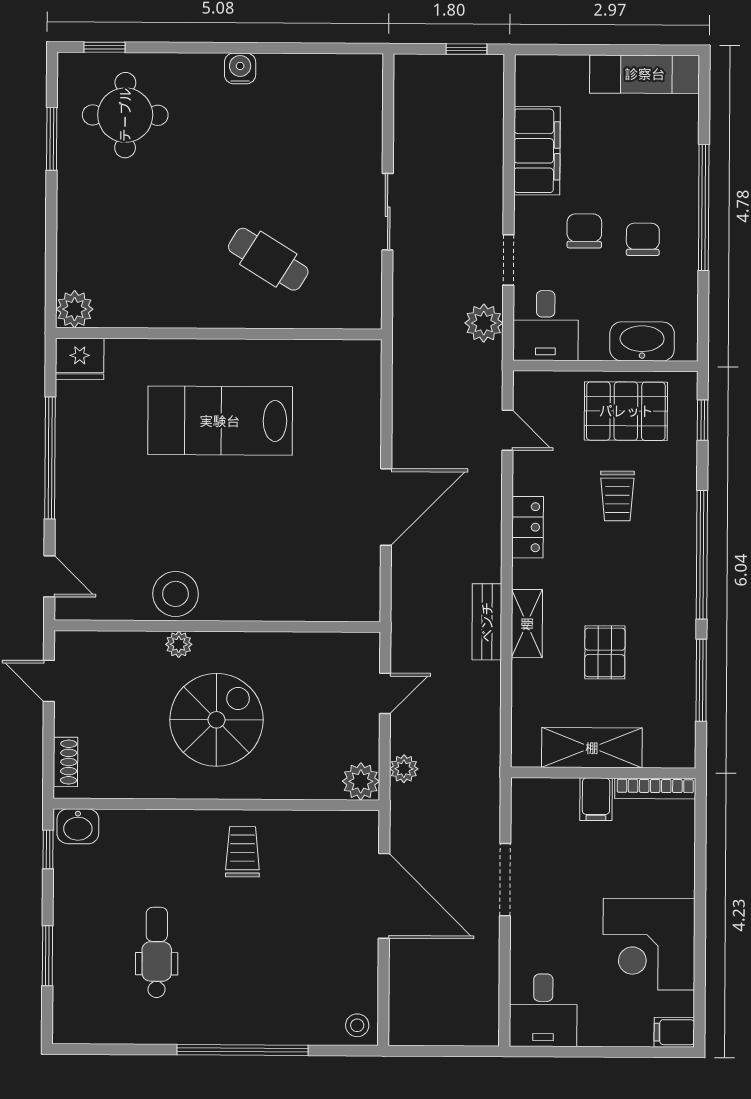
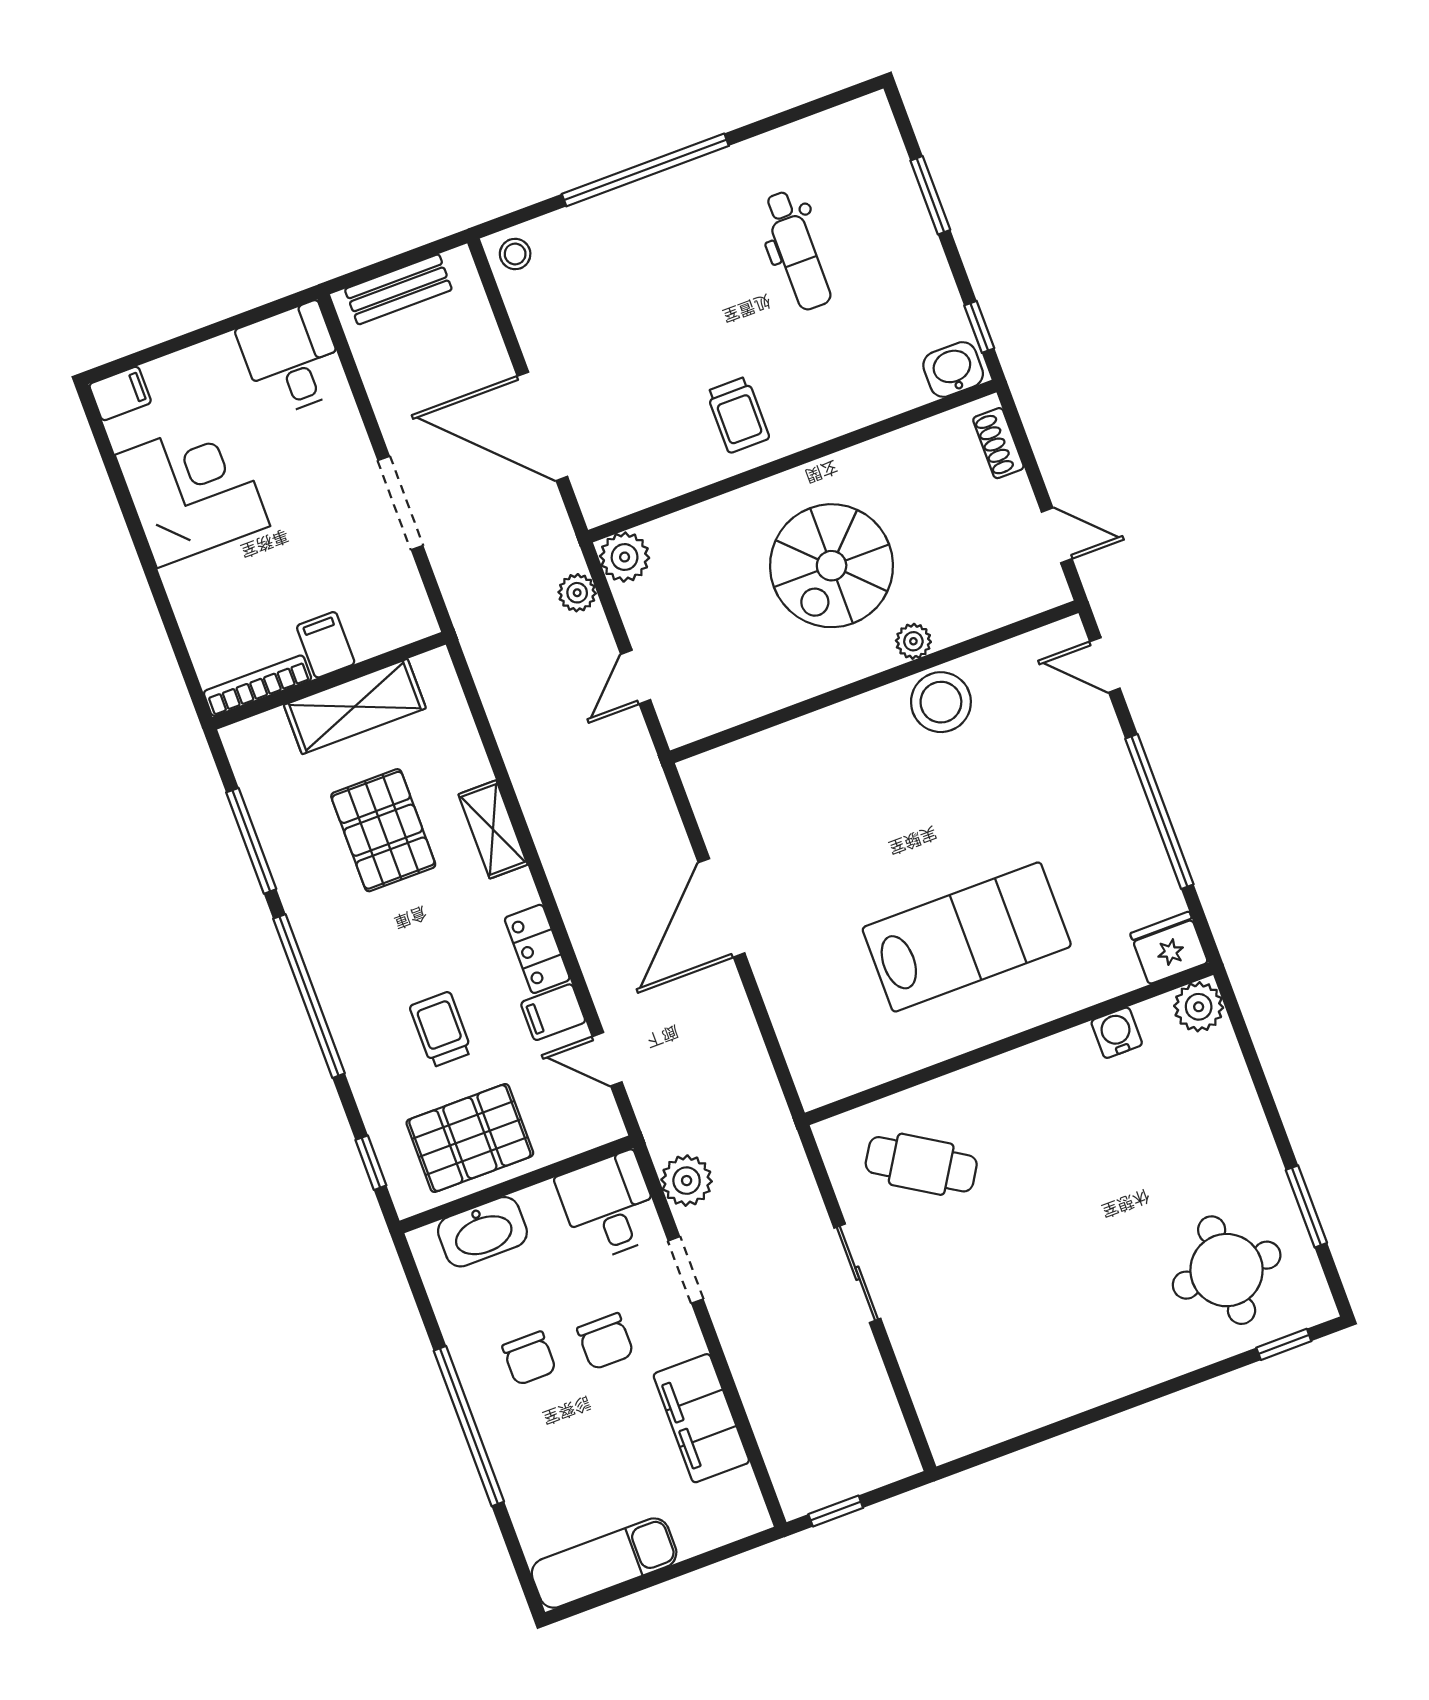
water cooler: (240, 68) -> (1117, 1033), moved, turned 180
cafe table: (268, 259) -> (921, 1164), moved
filing cabinet: (533, 478) -> (553, 1012), added
bench: (487, 622) -> (398, 289), moved, turned 90
pallet: (605, 652) -> (383, 830), width x1.50, depth x1.42

